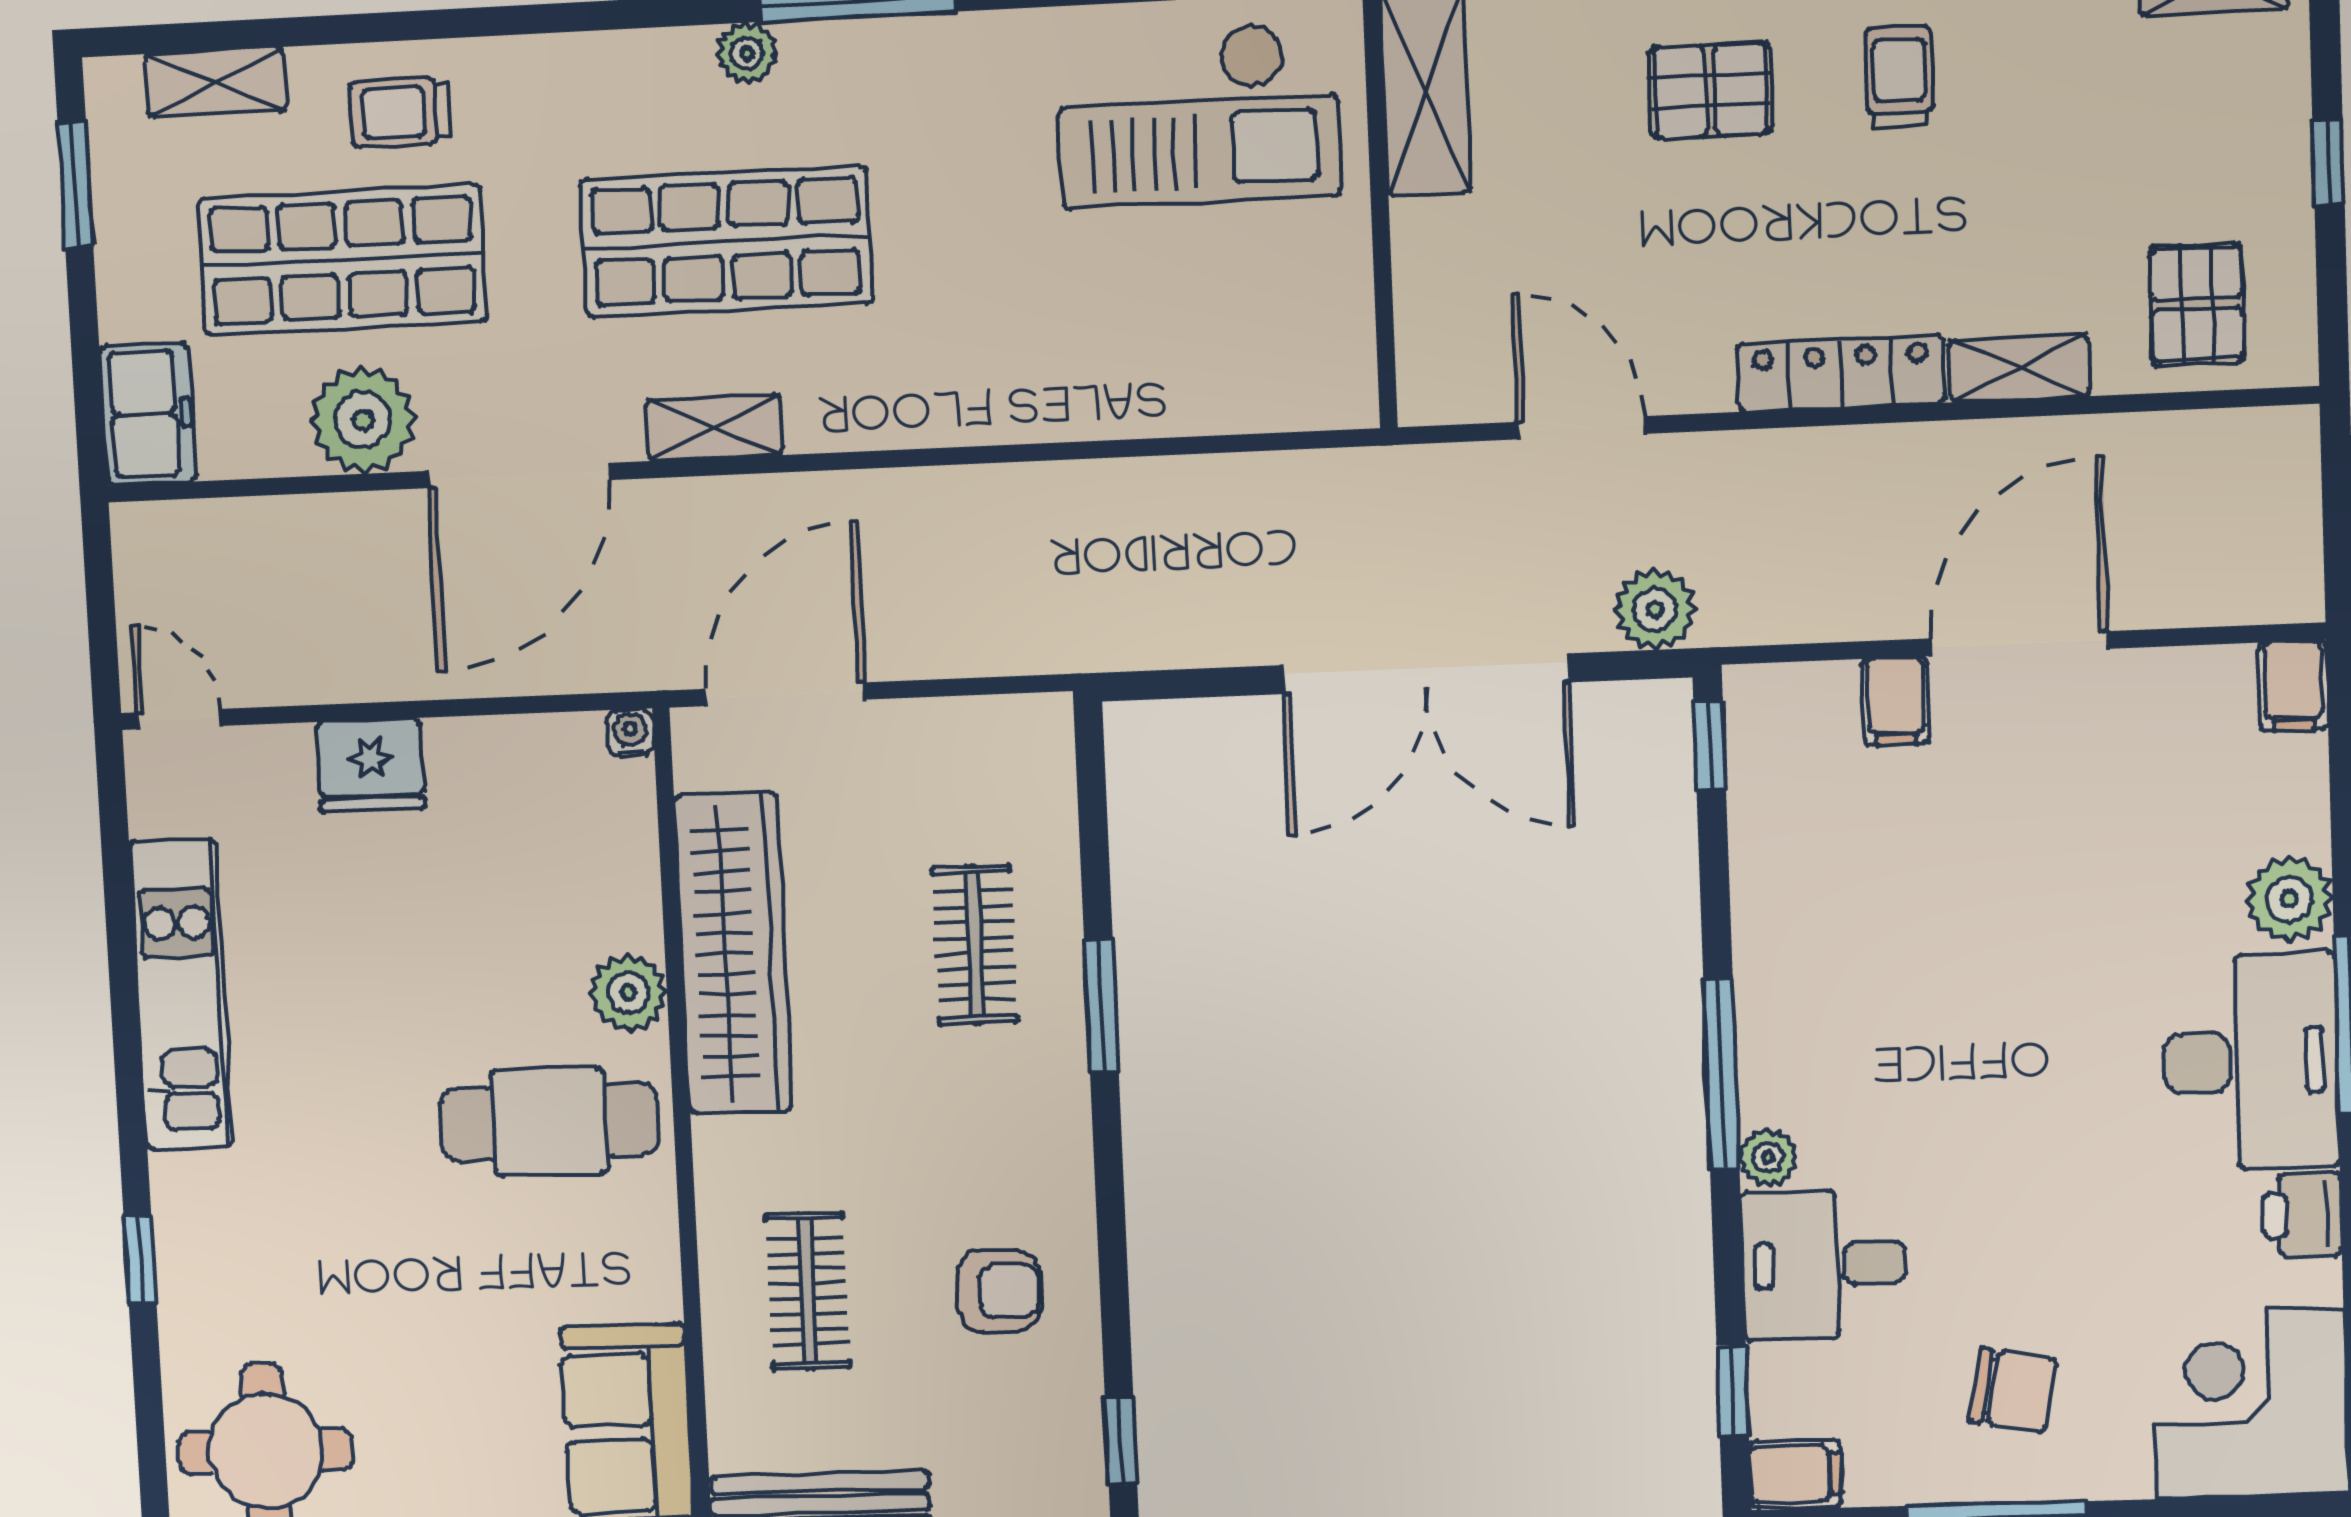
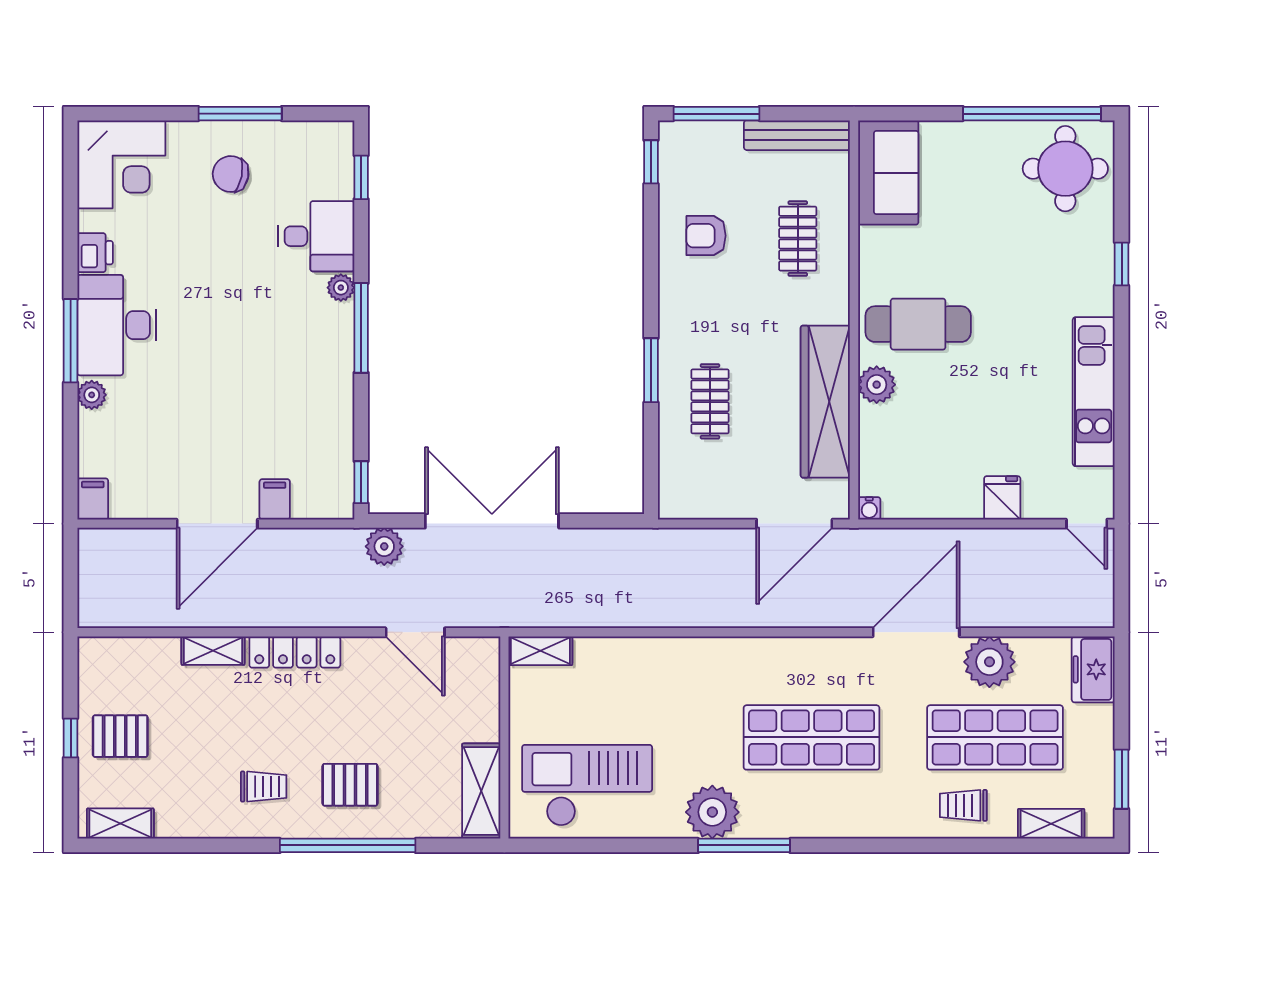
plant: (747, 53) -> (712, 812), moved, width x1.87, depth x1.87
trolley: (1899, 77) -> (264, 787), turned -90
trolley: (400, 112) -> (963, 805), turned 180
pallet: (2197, 304) -> (120, 736), moved, turned 90
shelving: (714, 427) -> (540, 651), moved
fridge: (370, 765) -> (1002, 498), width x0.72
plant: (2289, 899) -> (92, 395), width x0.73, depth x0.73
filing cabinet: (1796, 1474) -> (333, 137), removed

